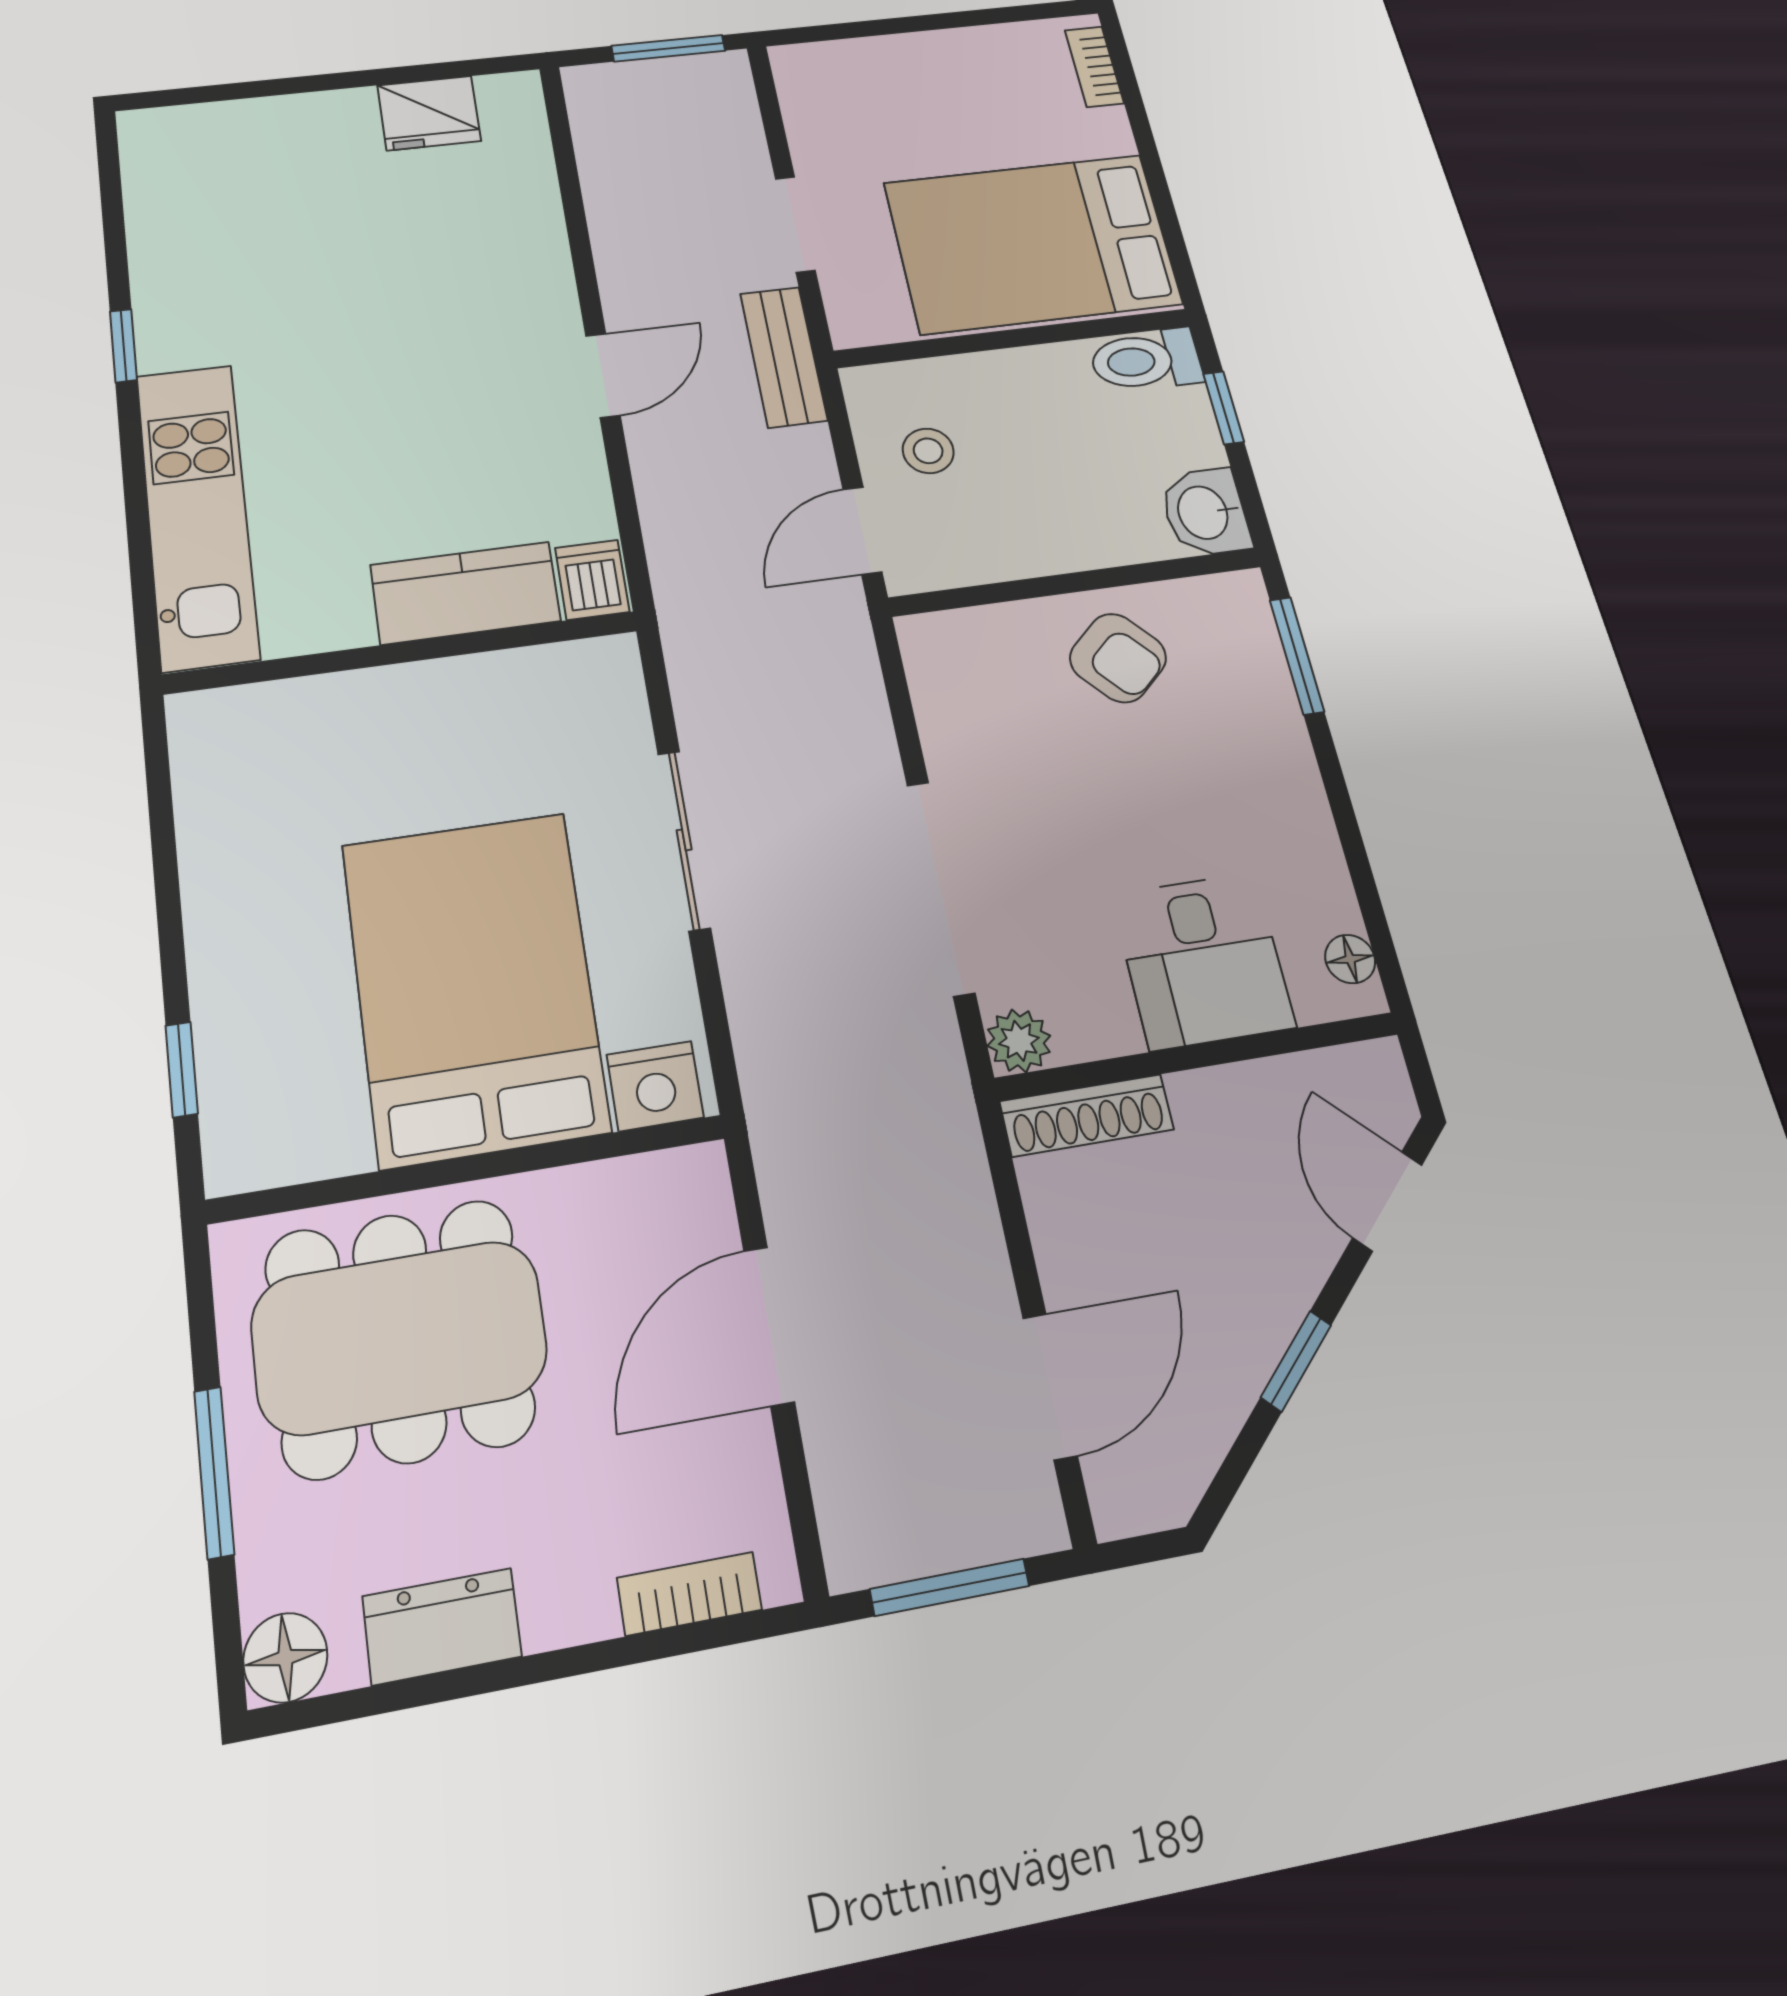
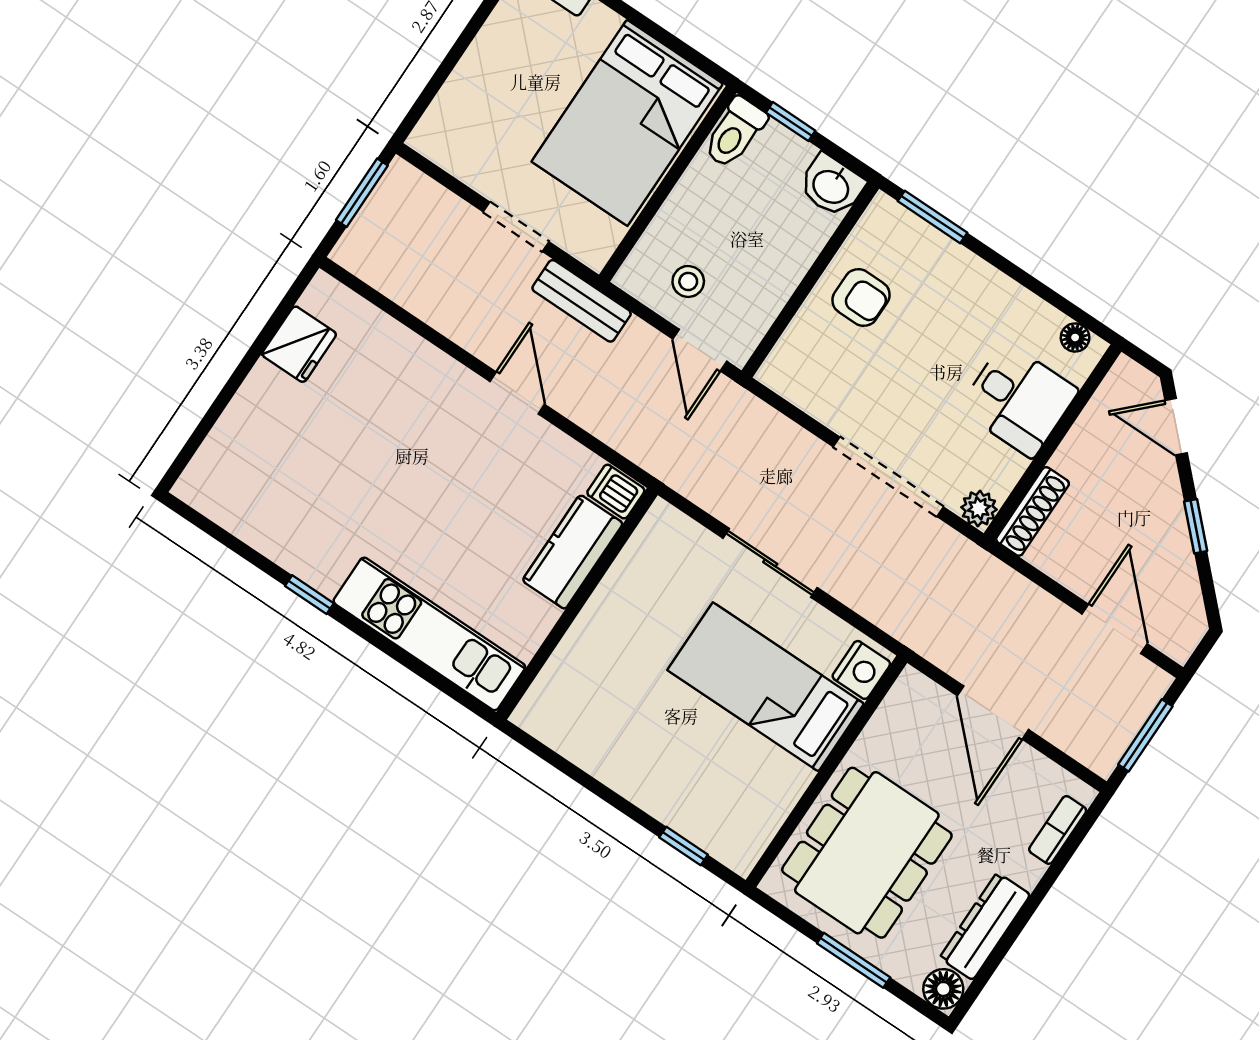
armchair: (1118, 658) -> (861, 298), turned 42
bed: (474, 986) -> (766, 687), width x0.67
dresser: (442, 1626) -> (985, 926), width x1.44

